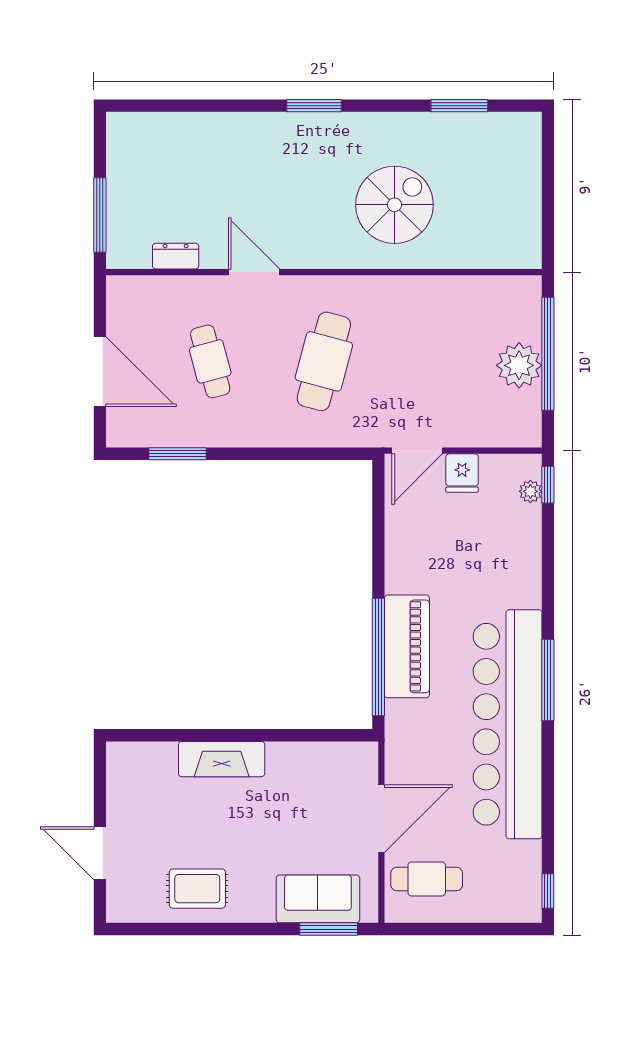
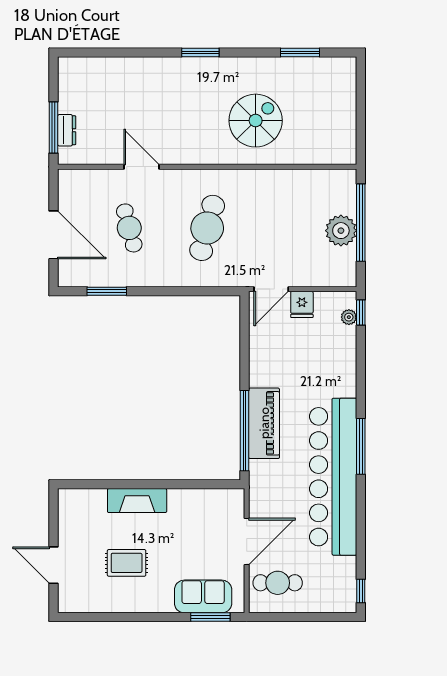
dresser: (176, 256) -> (67, 130), moved, turned 90
door: (254, 272) -> (141, 167), moved
rug: (197, 889) -> (127, 563), moved

